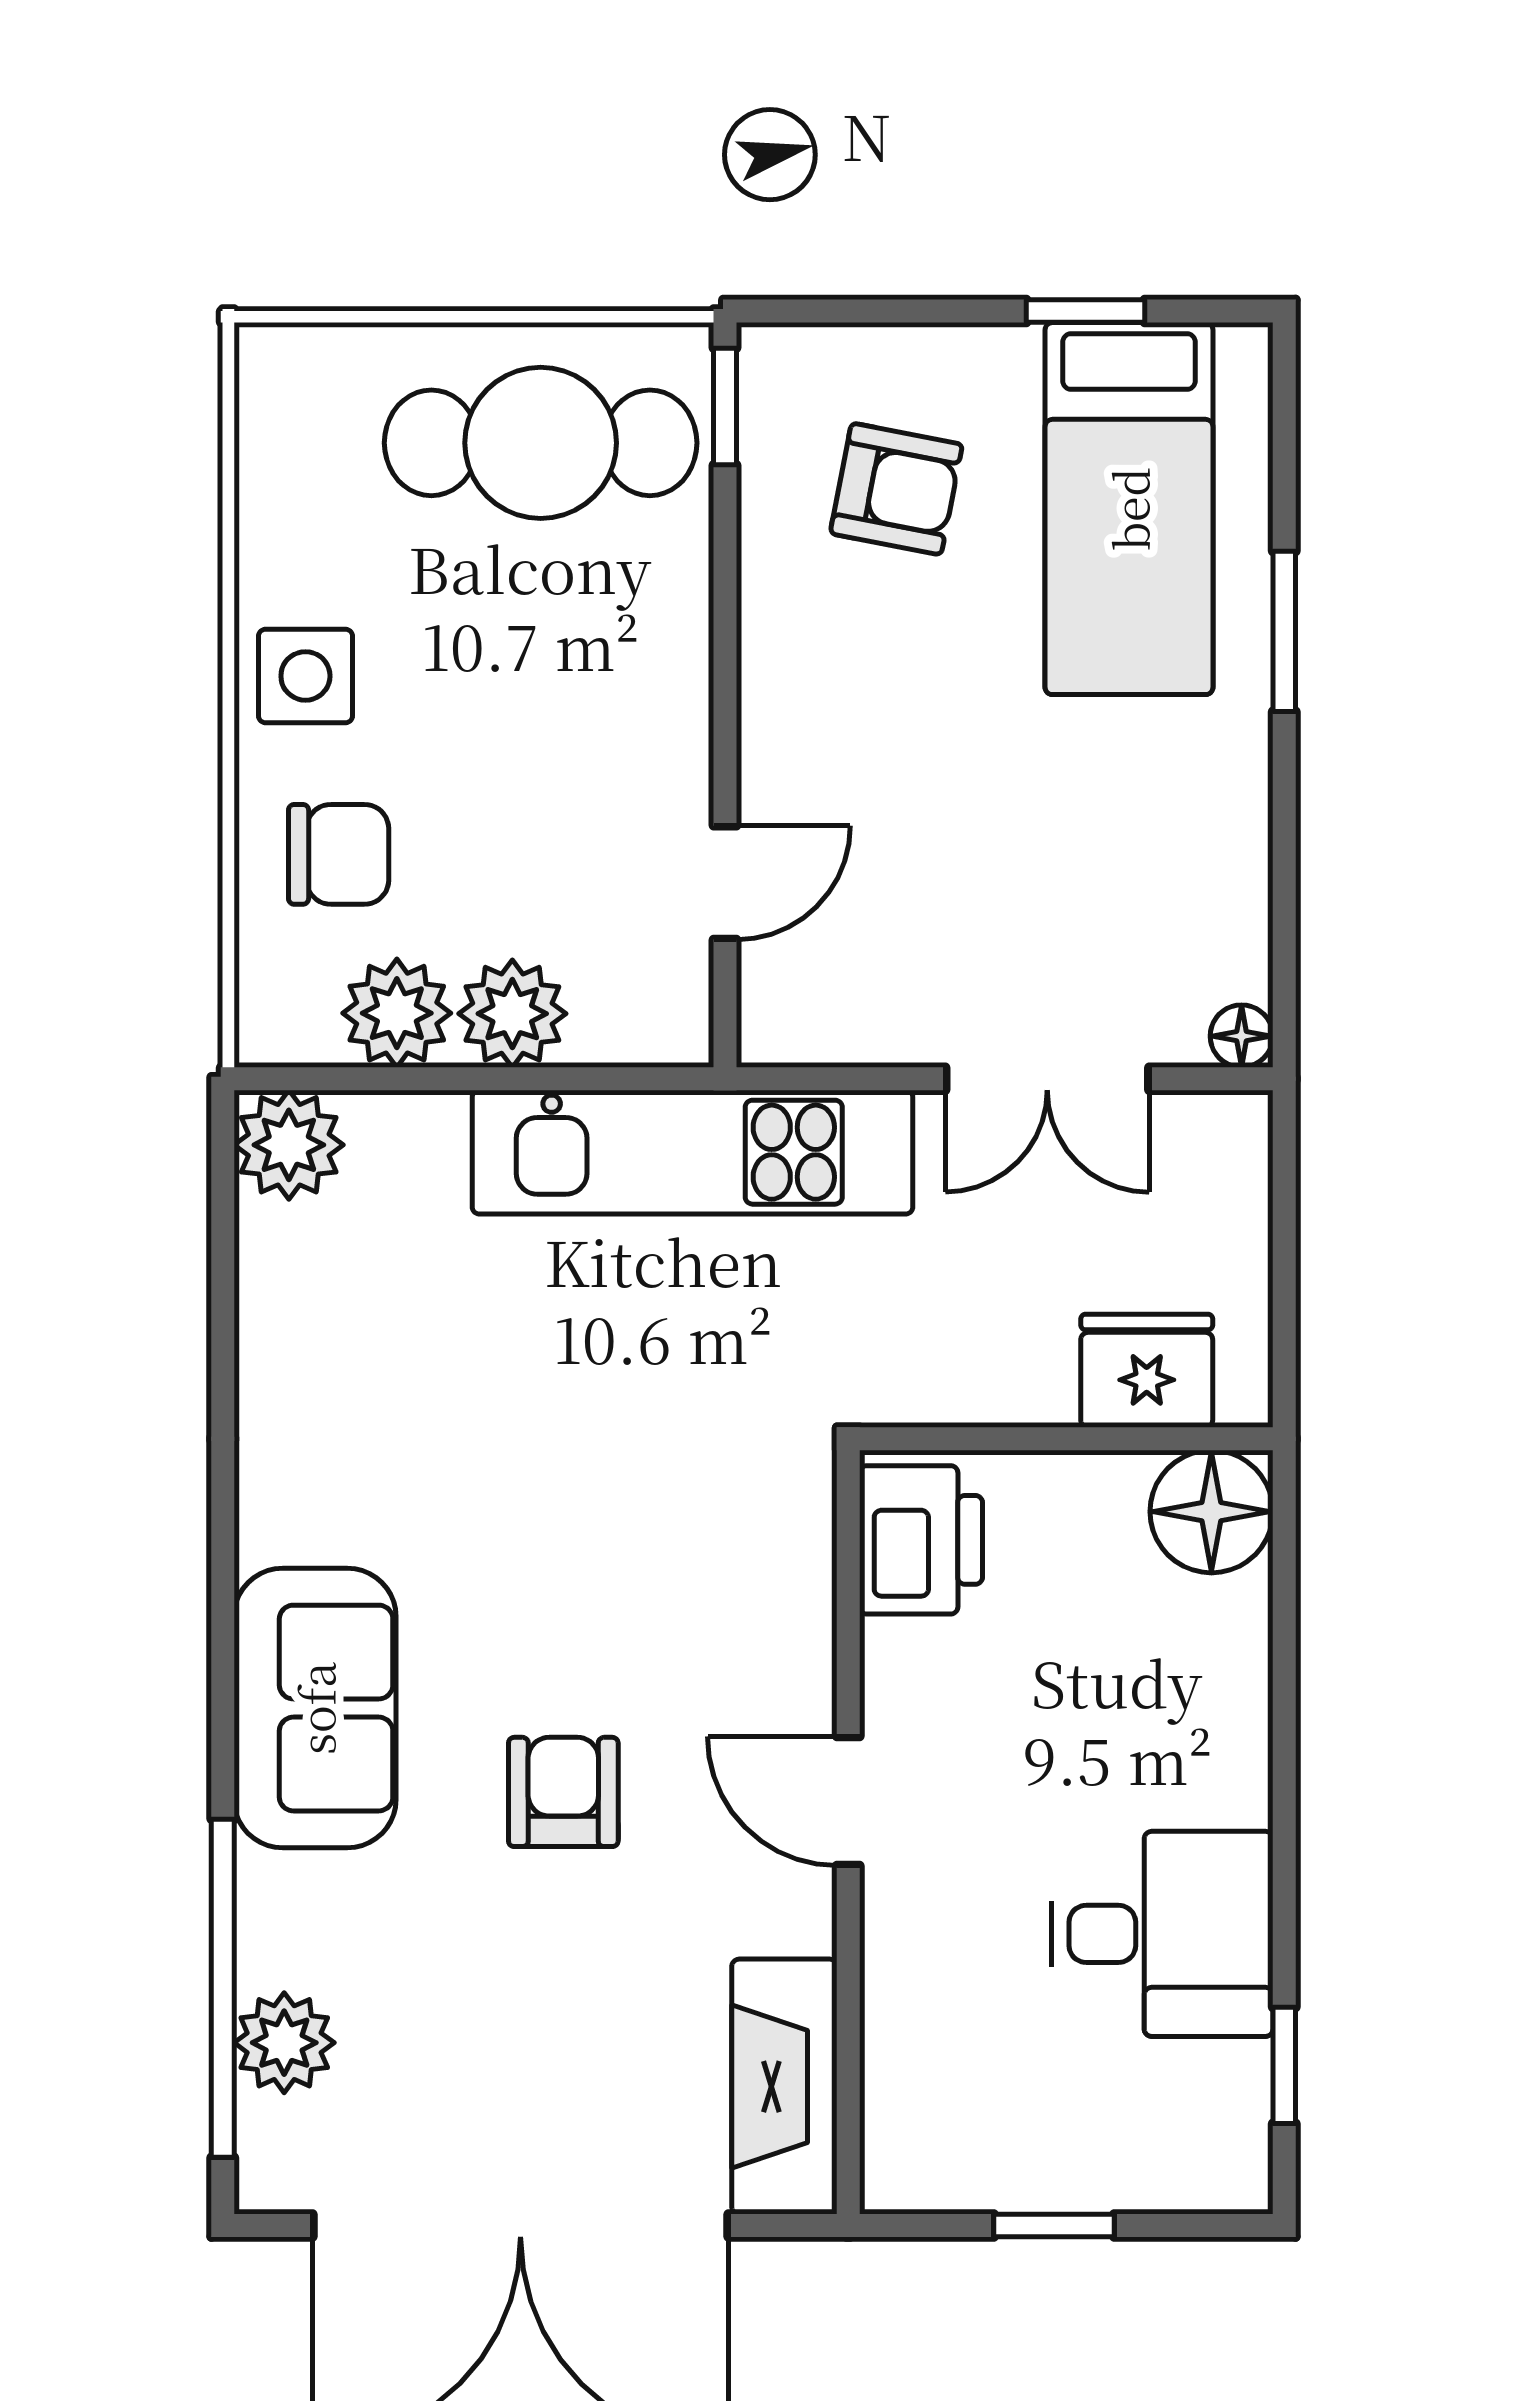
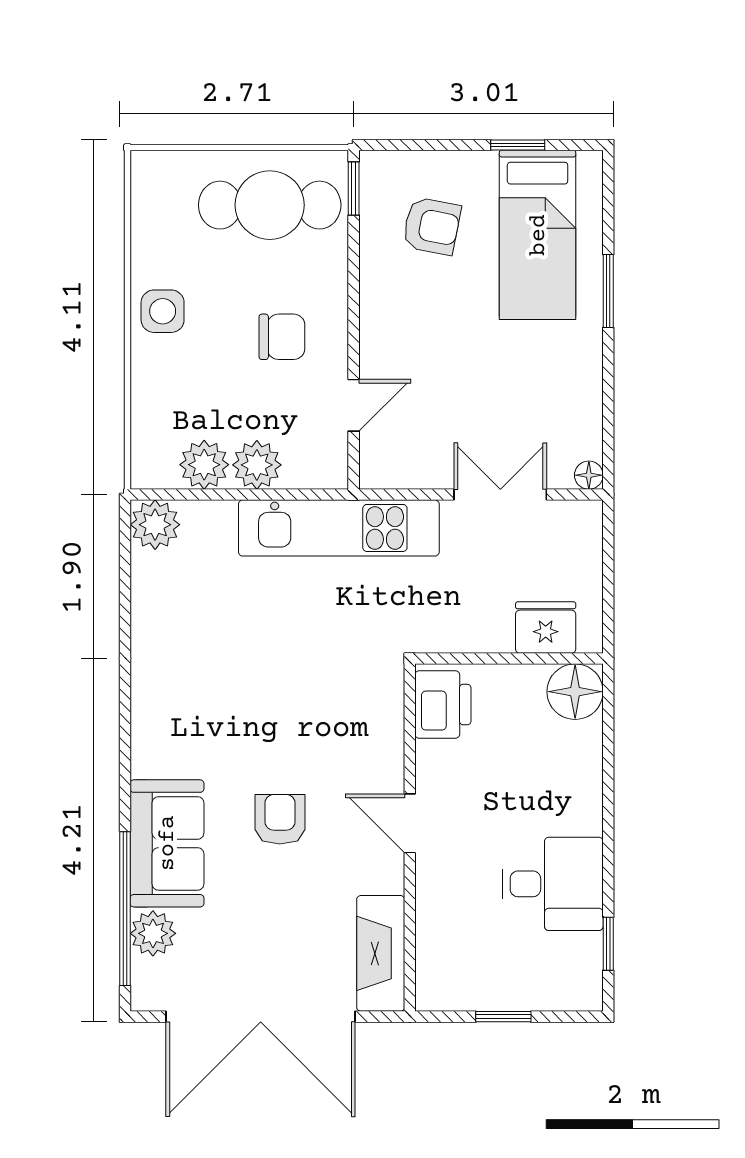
chair: (339, 854) -> (282, 337), moved
double door: (1047, 1079) -> (500, 495), swing flipped
sofa: (315, 1708) -> (167, 843), moved

